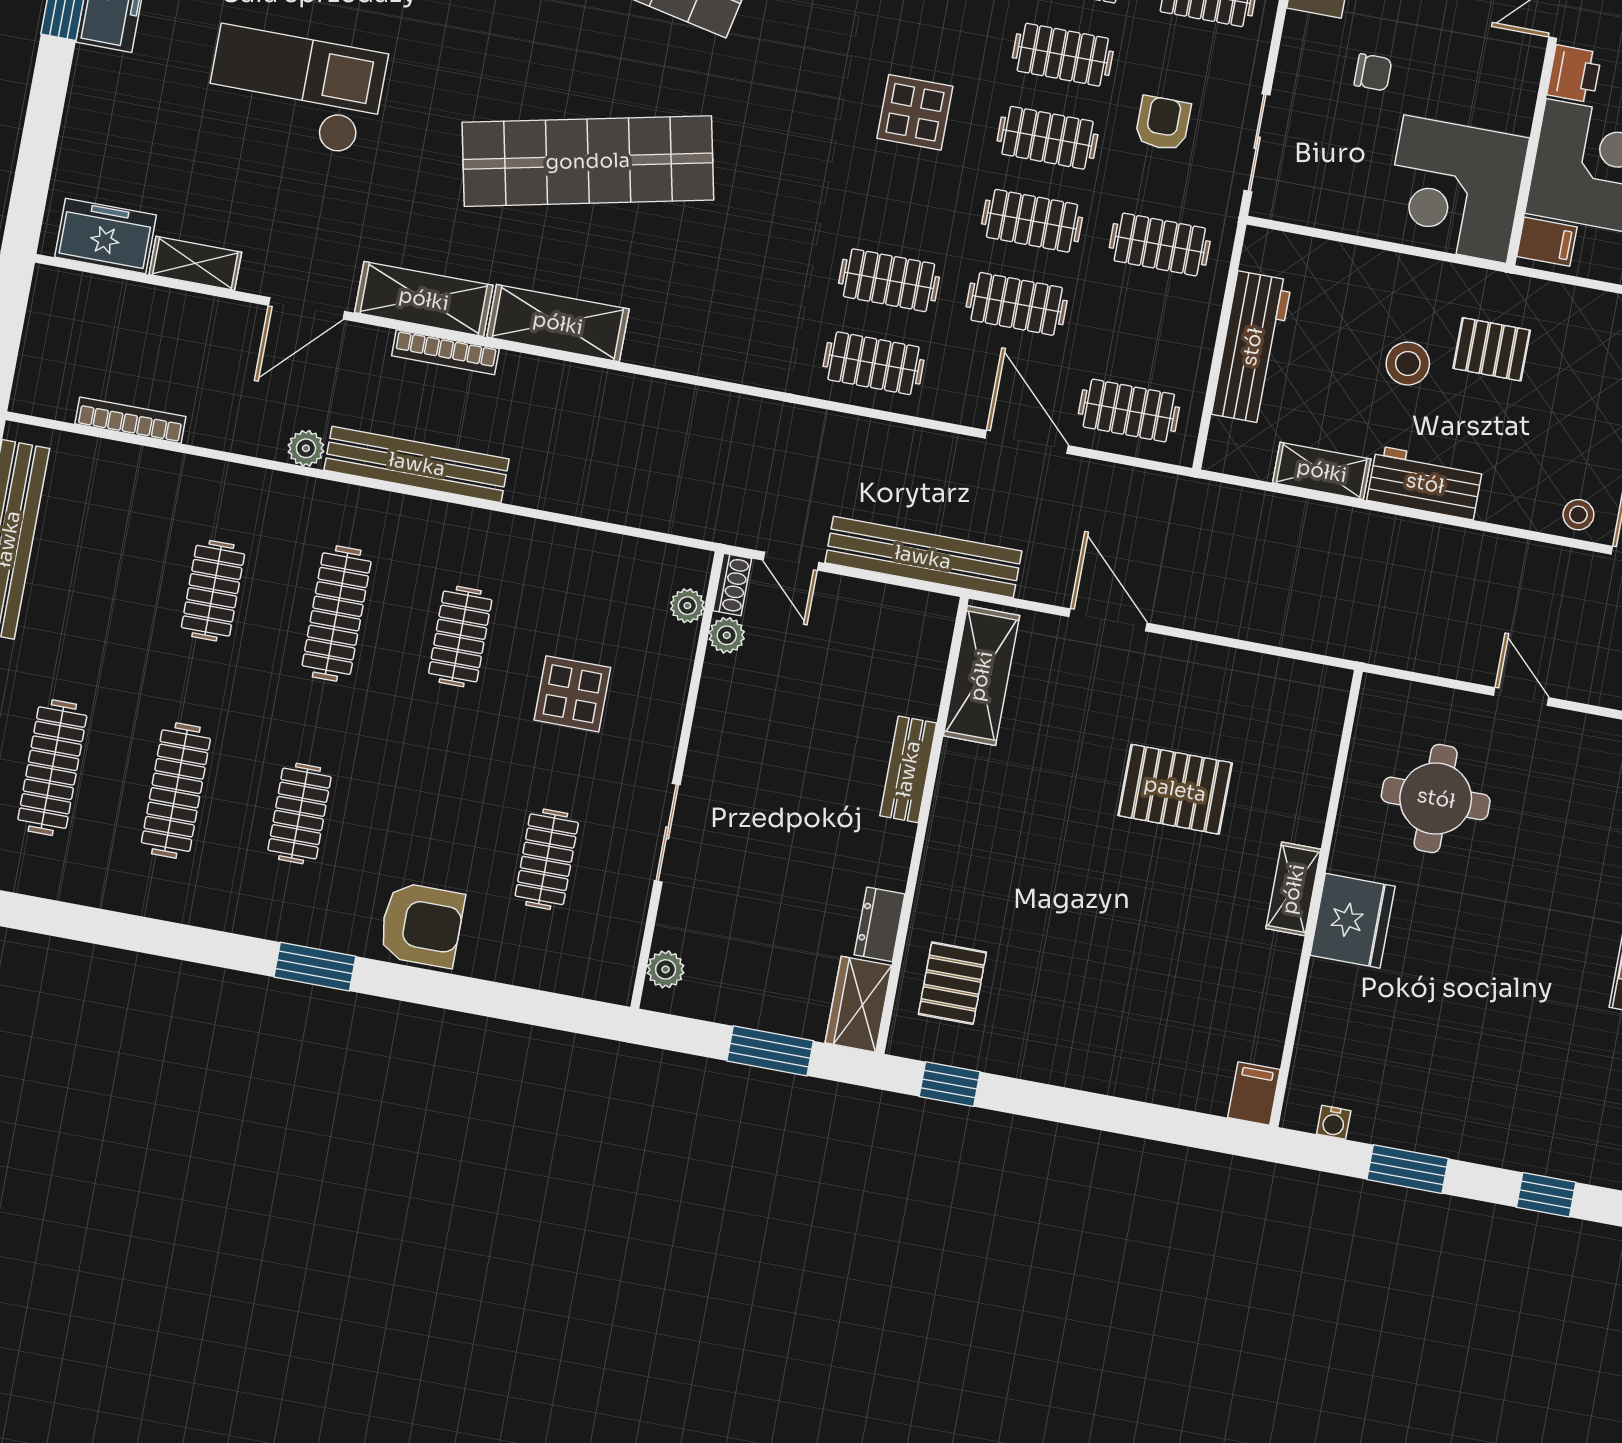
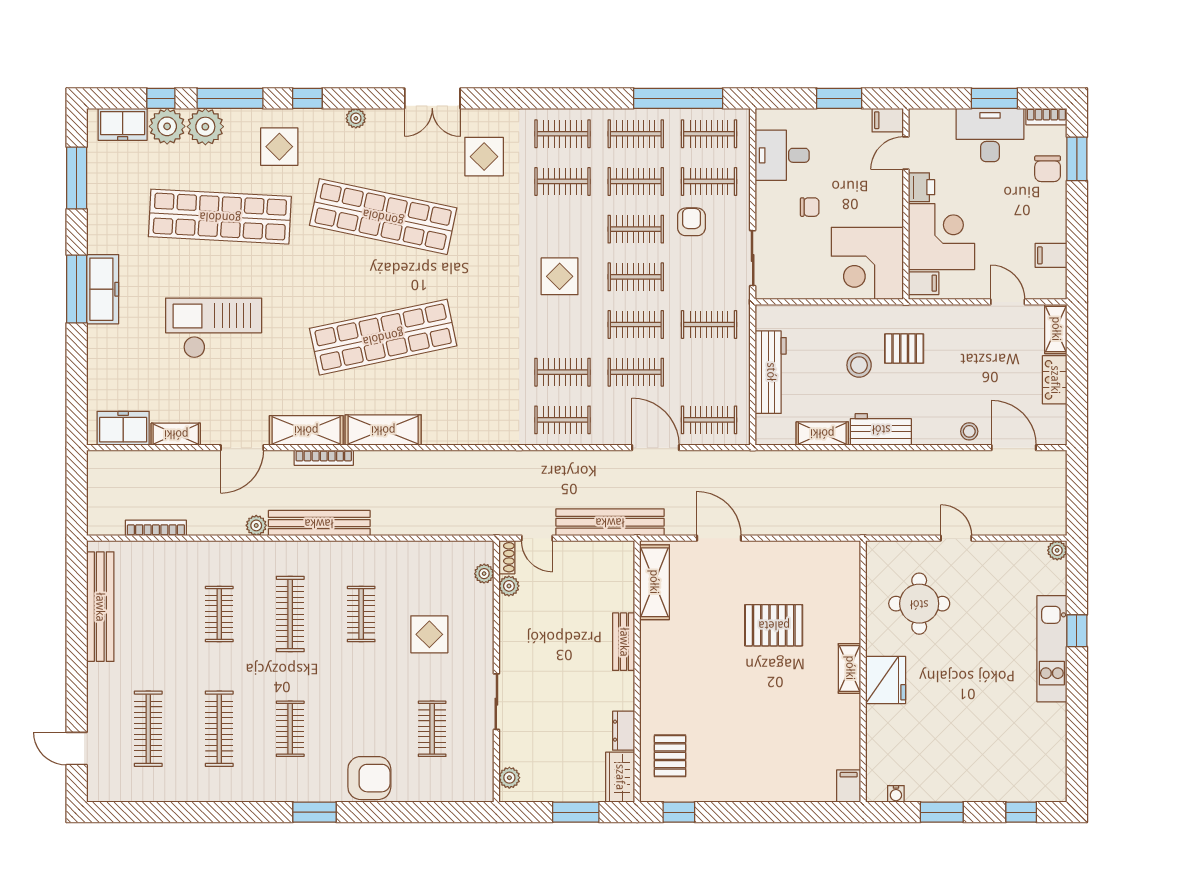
armchair: (1163, 123) -> (691, 222), moved

